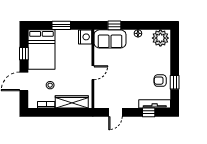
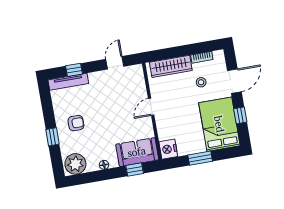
armchair: (160, 81) -> (76, 123), moved
window: (175, 82) -> (53, 137), moved

